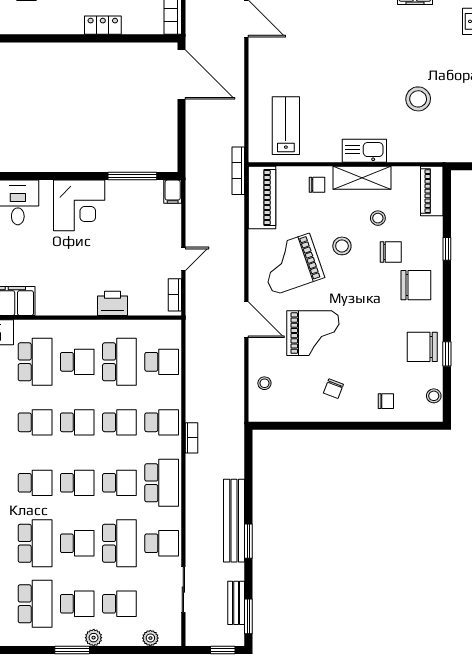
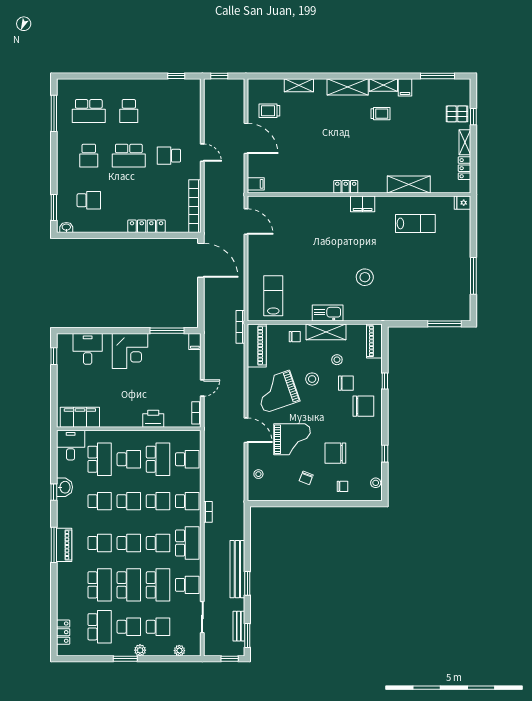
locker: (103, 25) -> (147, 226), width x1.53
chair: (422, 347) -> (335, 453), moved
school desk: (77, 543) -> (129, 585), width x1.85

